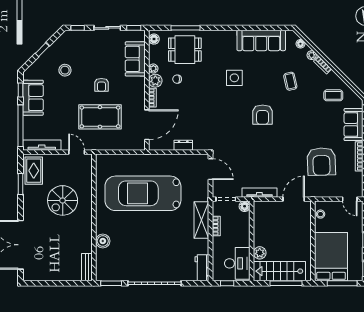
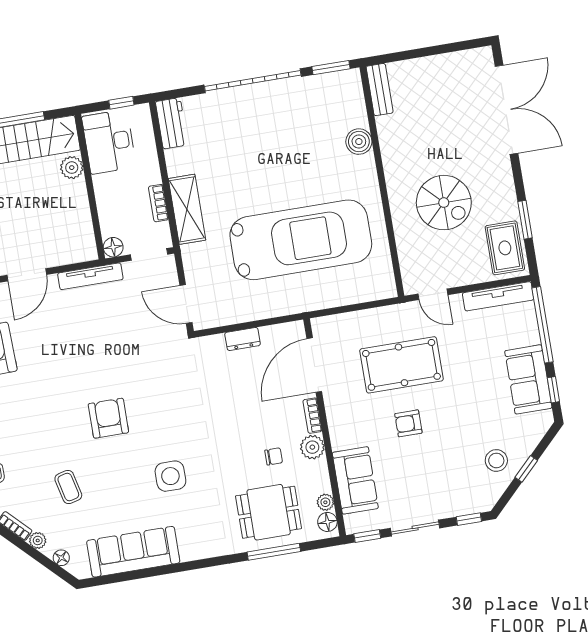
plant: (153, 69) -> (325, 502), moved
stool: (65, 70) -> (496, 460), moved
armchair: (101, 85) -> (408, 423), turned -90
spiral stairs: (63, 200) -> (444, 203), turned 90

